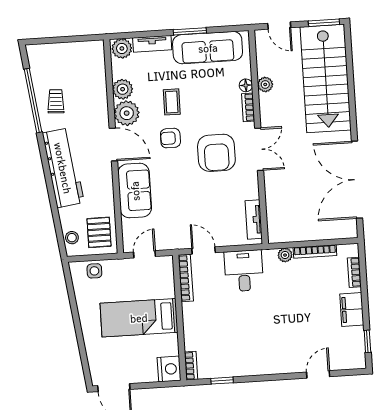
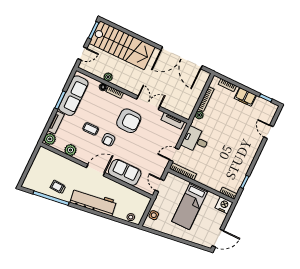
plant: (127, 113) -> (84, 155), removed
double door: (259, 149) -> (148, 103), moved
pallet: (99, 232) -> (136, 202), removed

